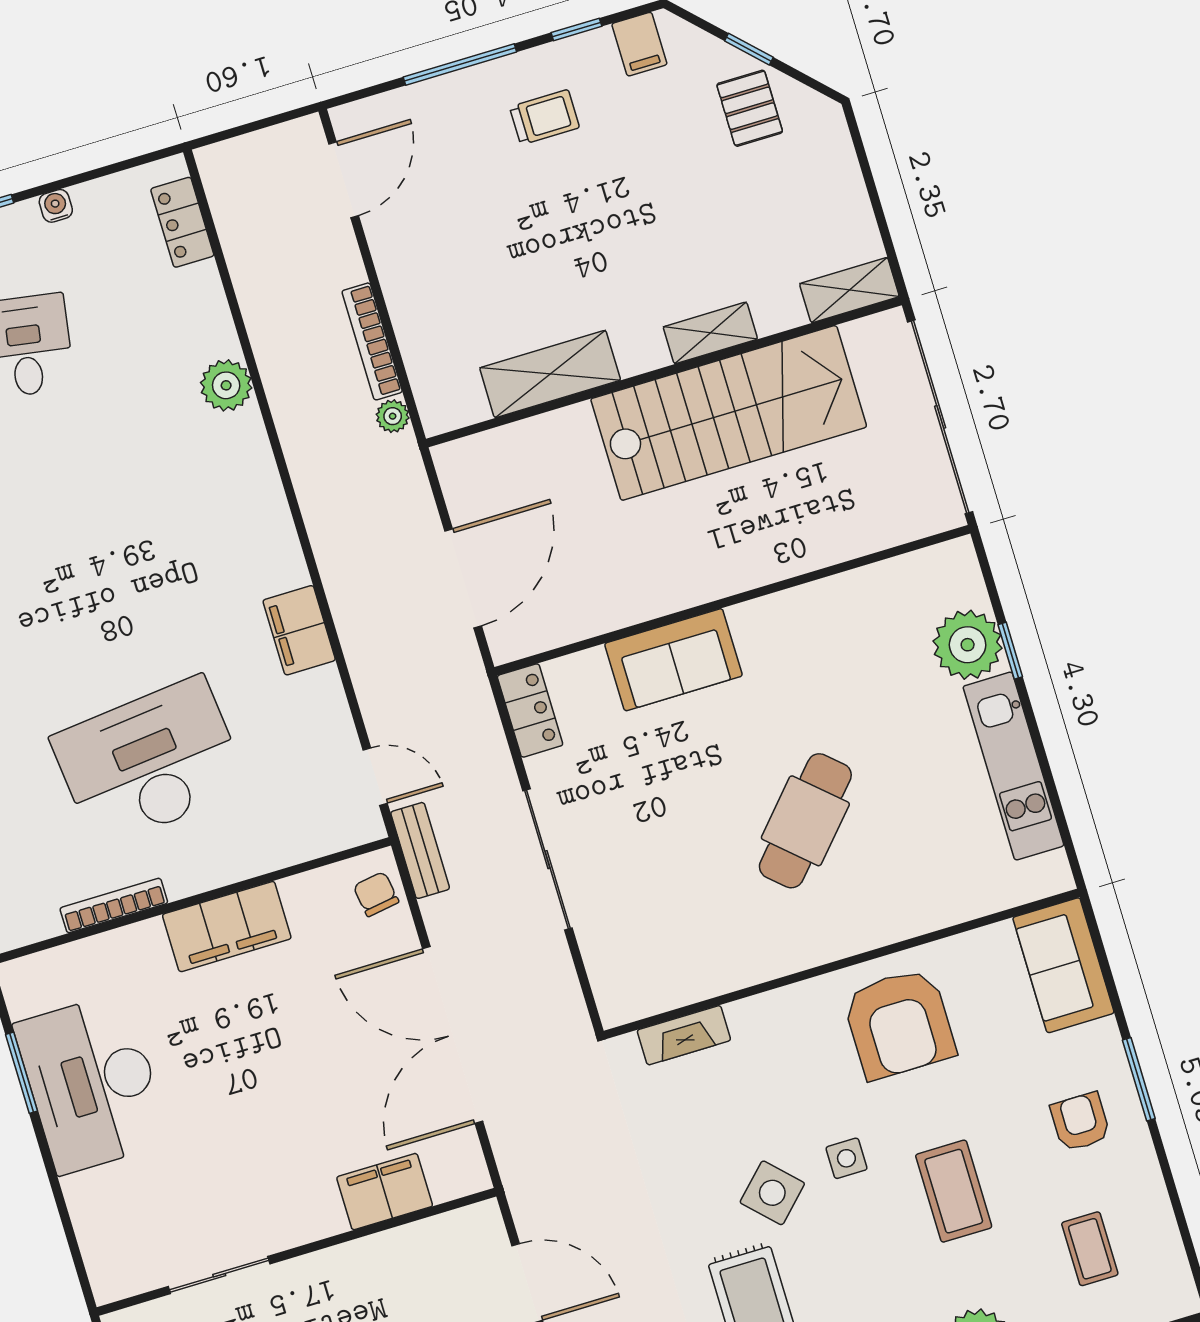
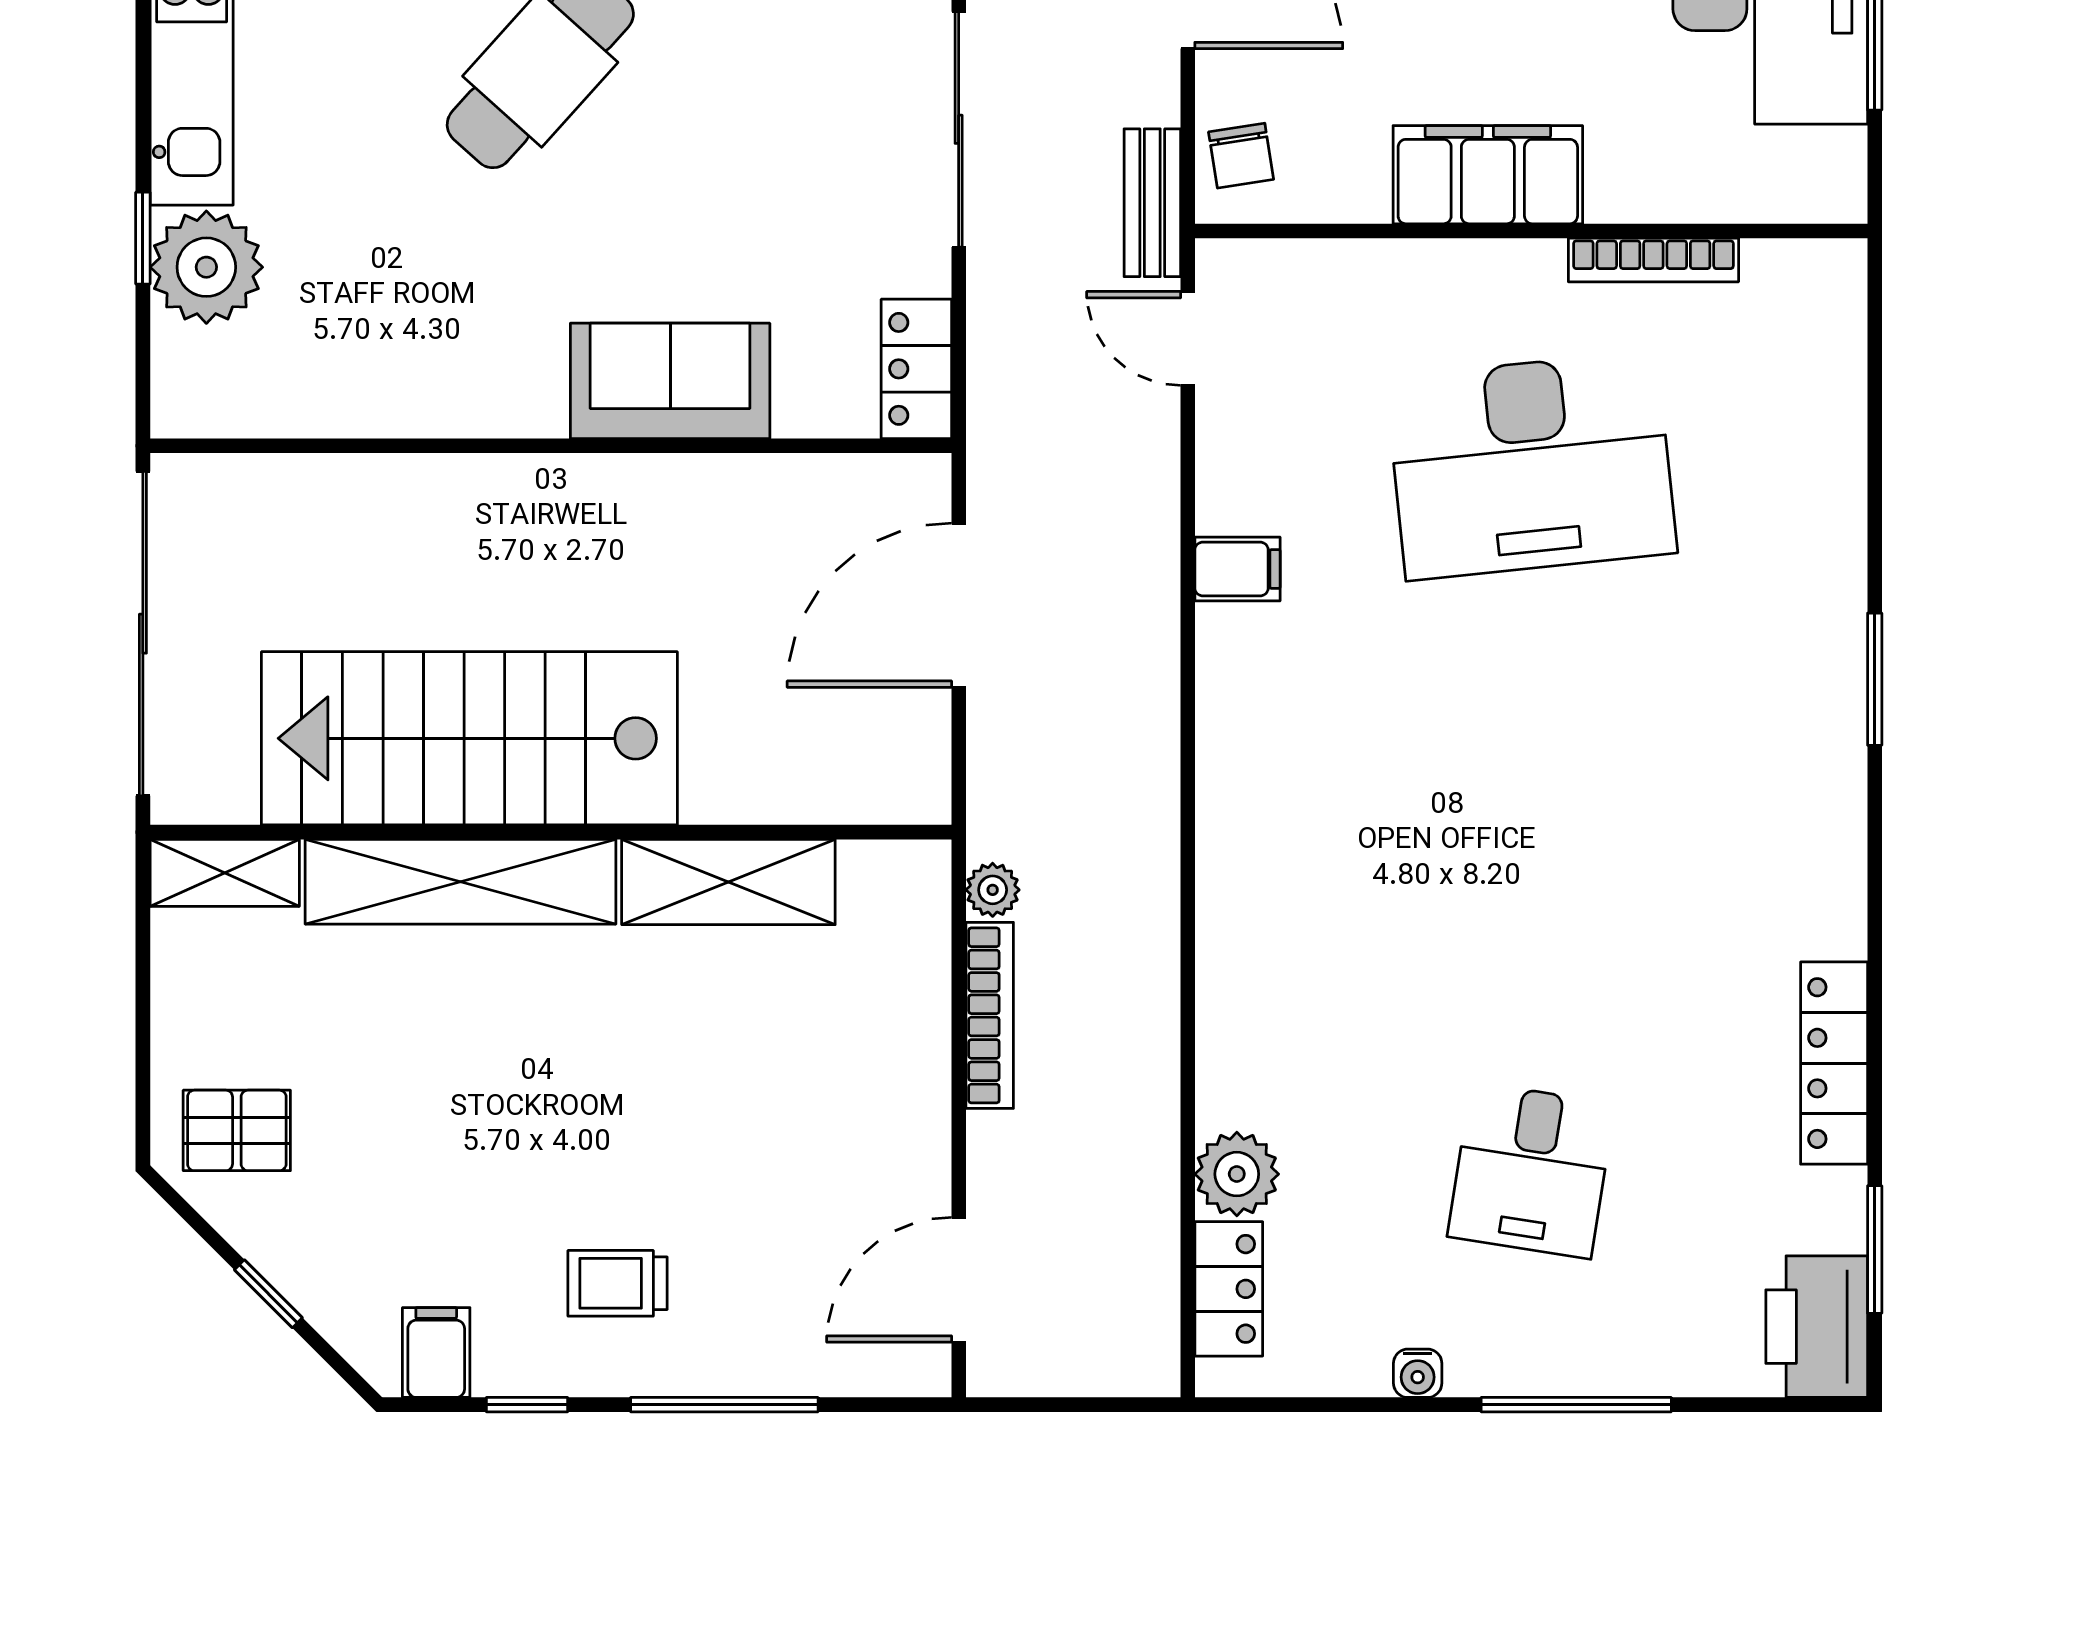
pallet: (750, 108) -> (237, 1130), moved, turned 90
shelving: (710, 333) -> (460, 882), width x2.20, depth x1.33
plant: (226, 385) -> (1237, 1174), moved
filing cabinet: (299, 630) -> (1237, 569), width x0.50

